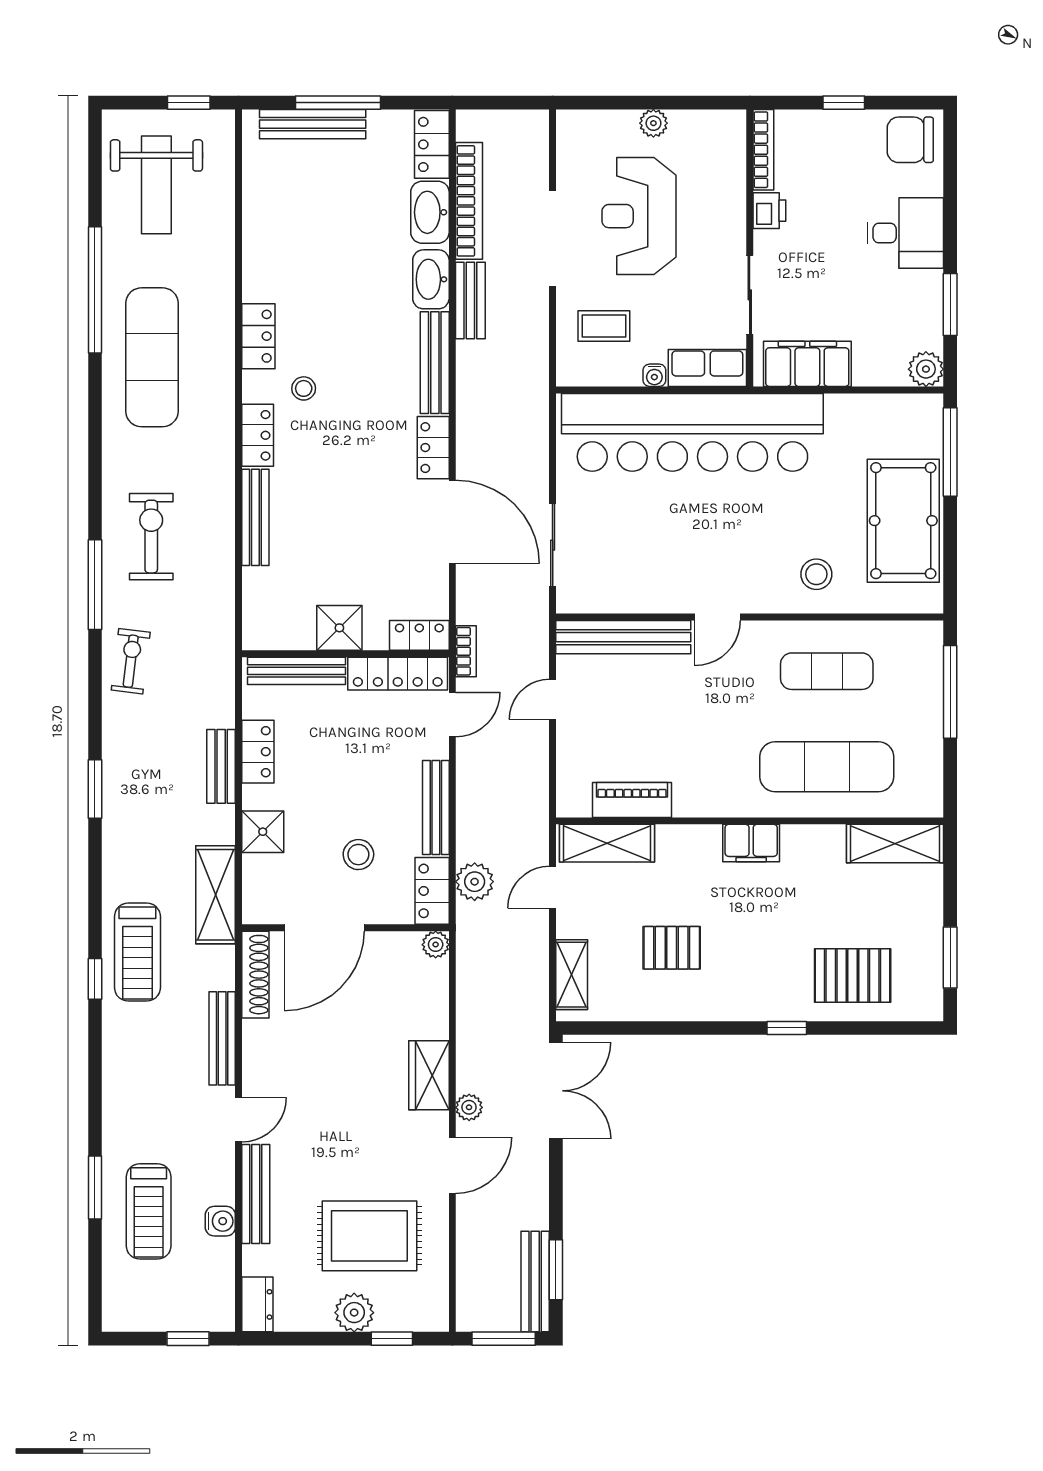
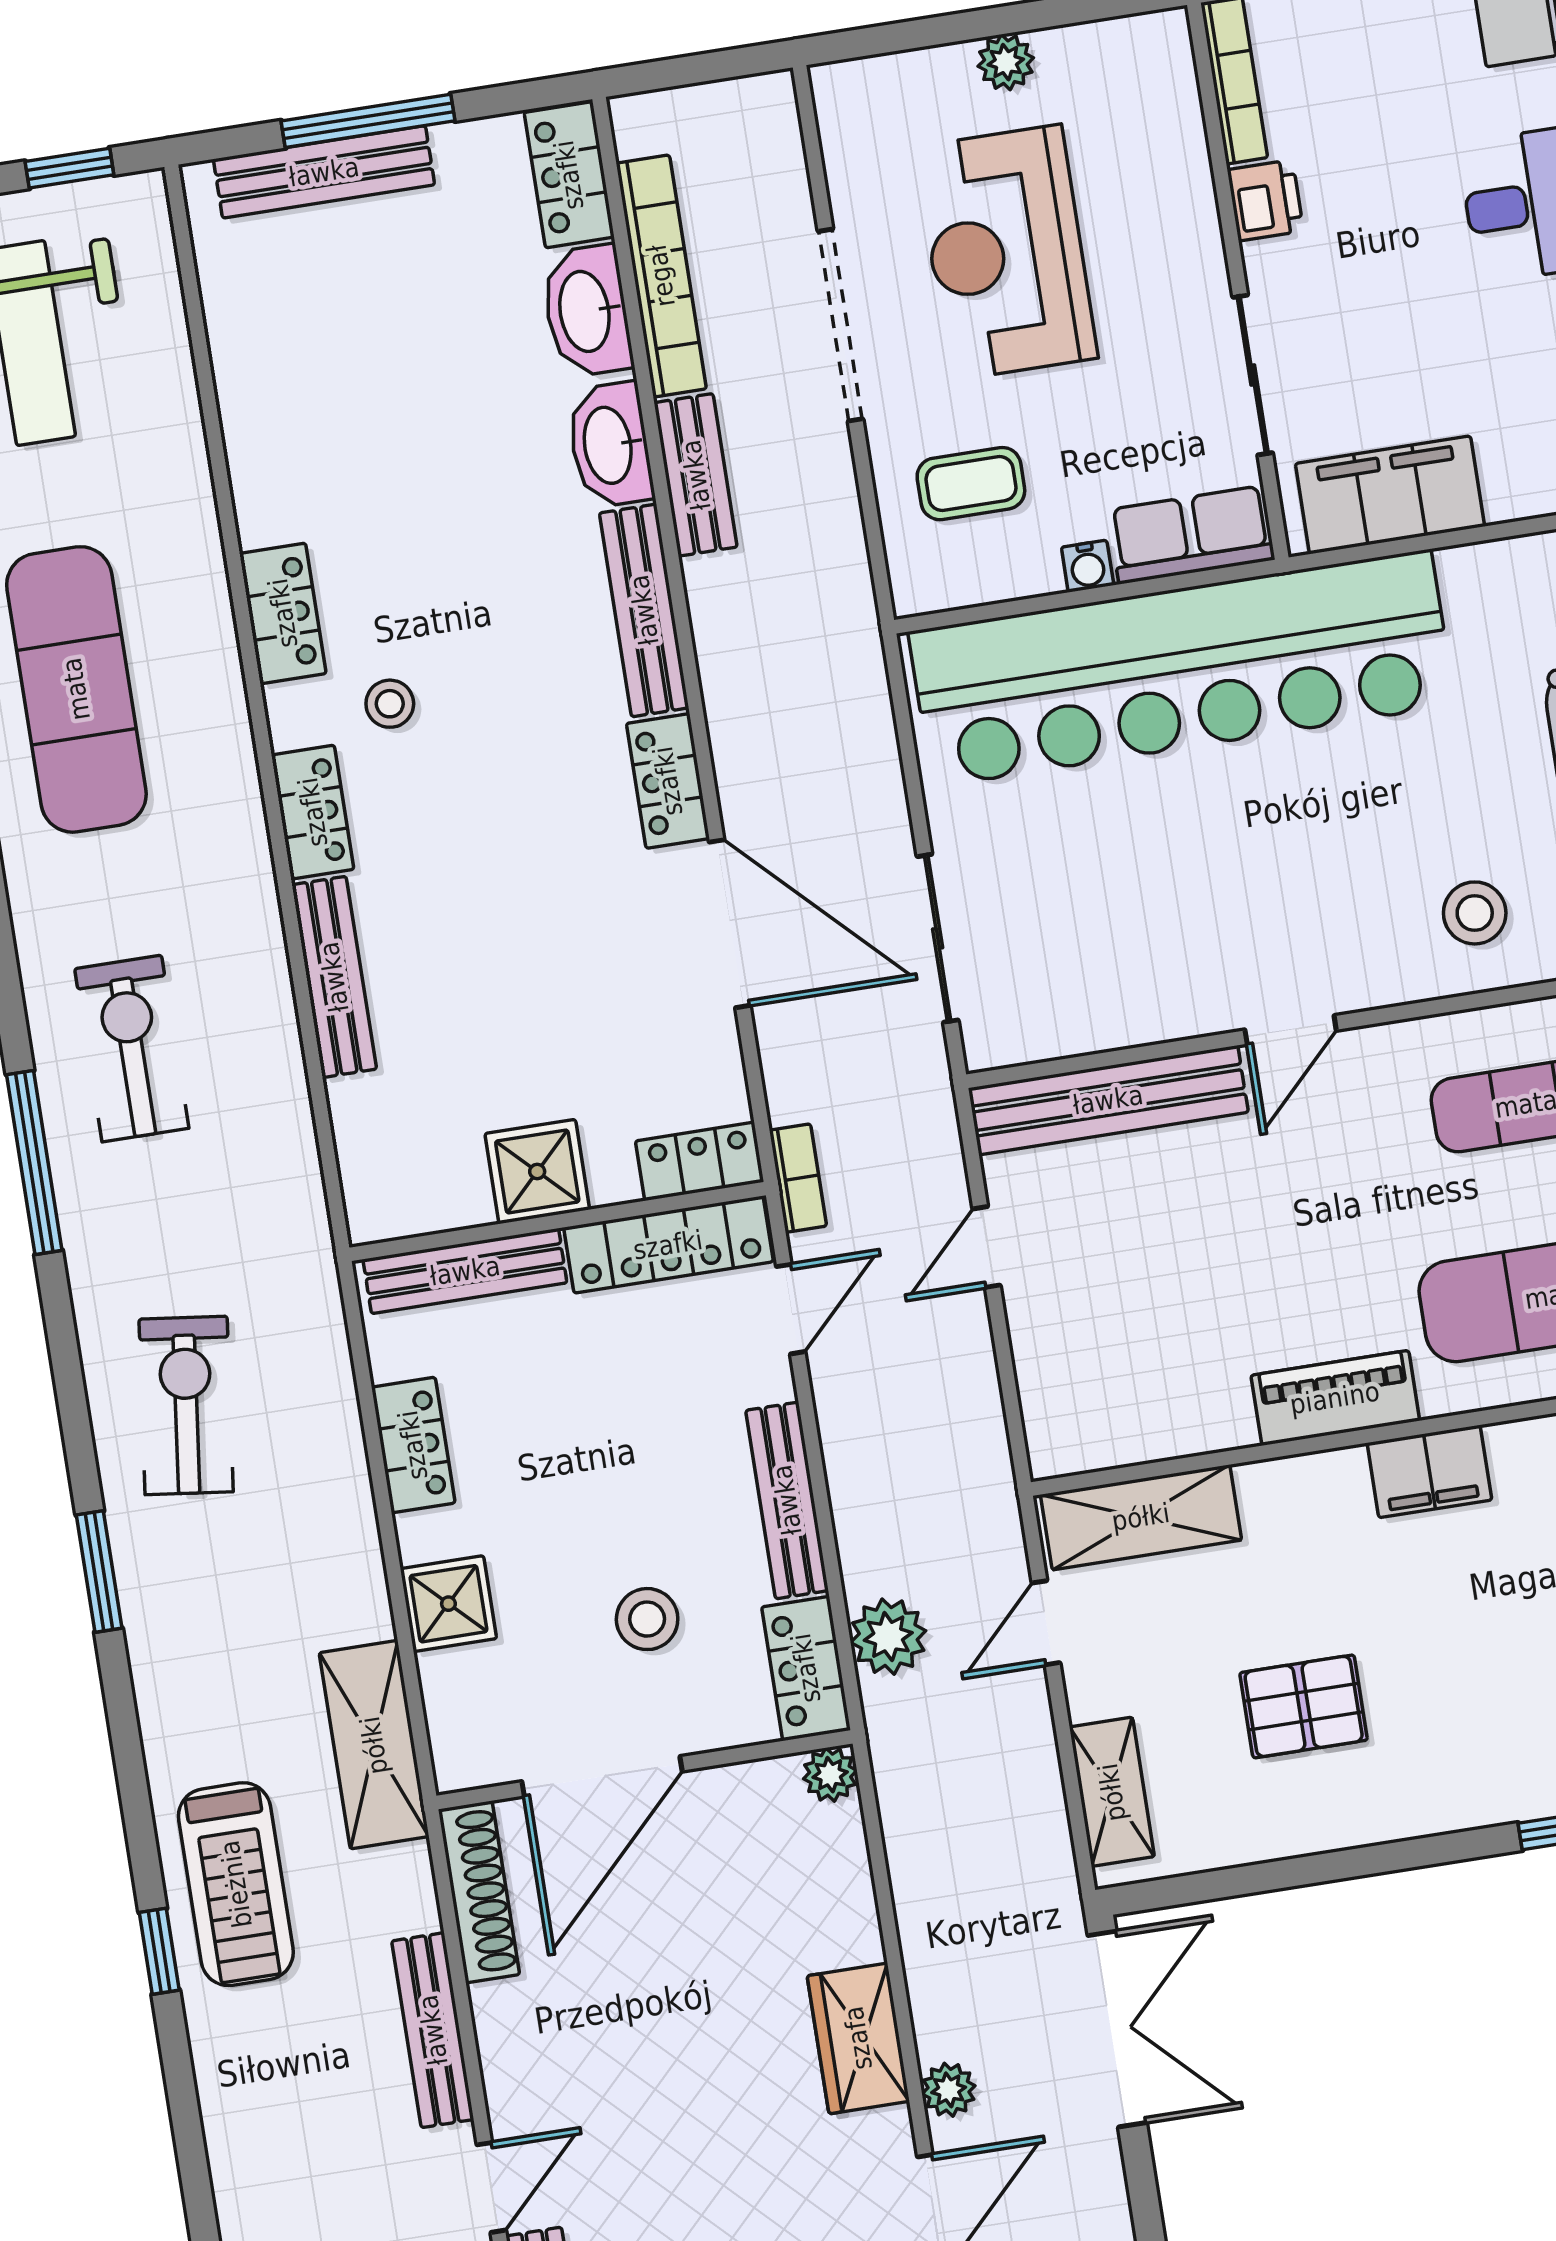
exercise bike: (131, 661) -> (186, 1405), moved, width x1.38, depth x1.39
bench: (221, 766) -> (344, 1486), removed
piano: (632, 800) -> (1335, 1398), moved

